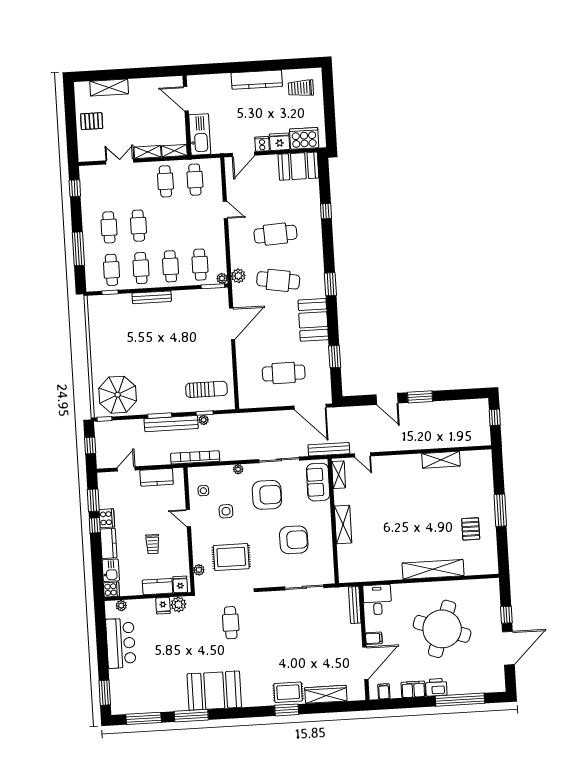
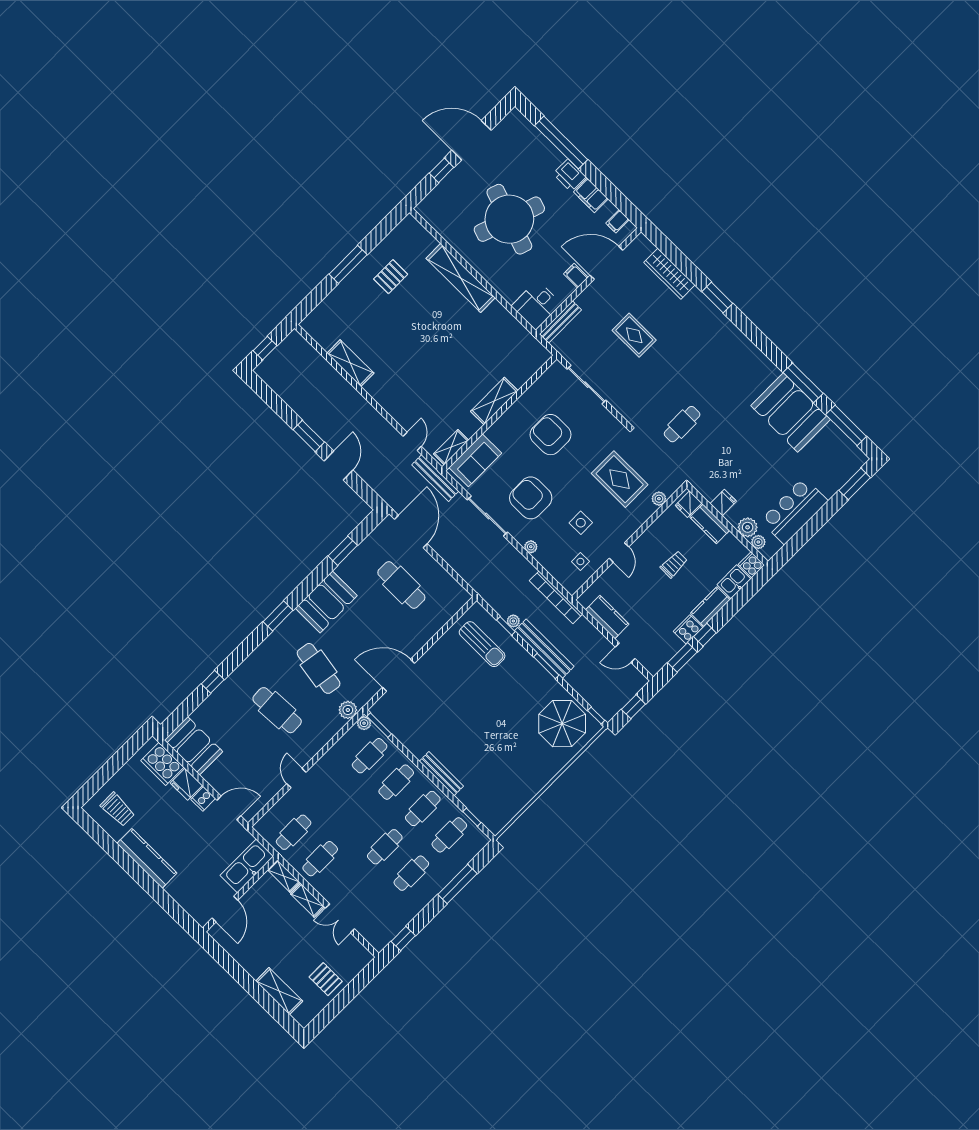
sun lounger: (206, 389) -> (482, 644), turned 180
plant: (178, 604) -> (748, 527), moved
booth: (214, 691) -> (791, 413), moved
rug: (288, 692) -> (634, 335), moved

